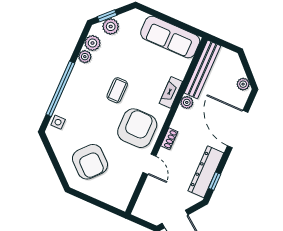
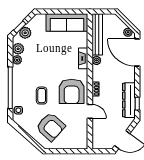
coffee table: (117, 90) -> (42, 96), moved
armchair: (137, 128) -> (72, 91), turned 180
door: (238, 129) -> (137, 53), moved

